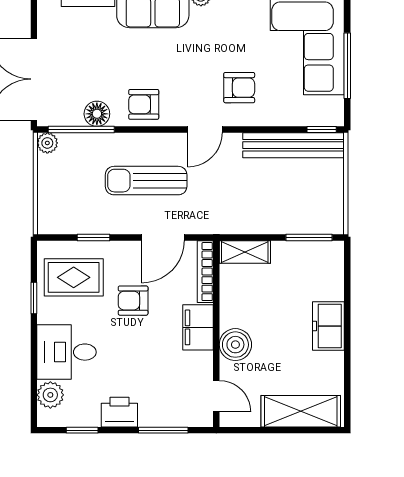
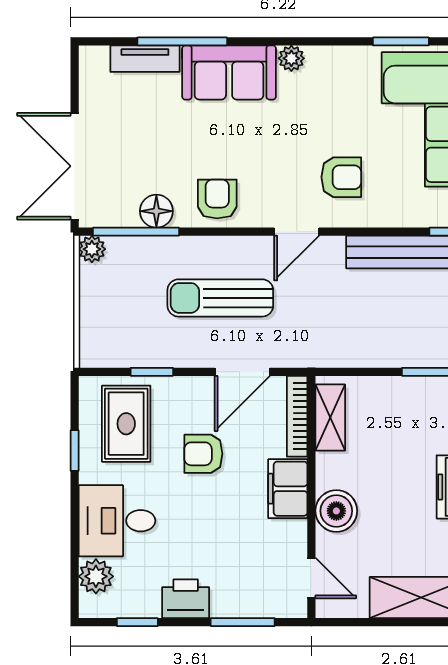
armchair: (144, 104) -> (217, 199), turned 90
shelving: (245, 252) -> (330, 418), moved, turned 90
rug: (74, 277) -> (126, 424), turned 90

